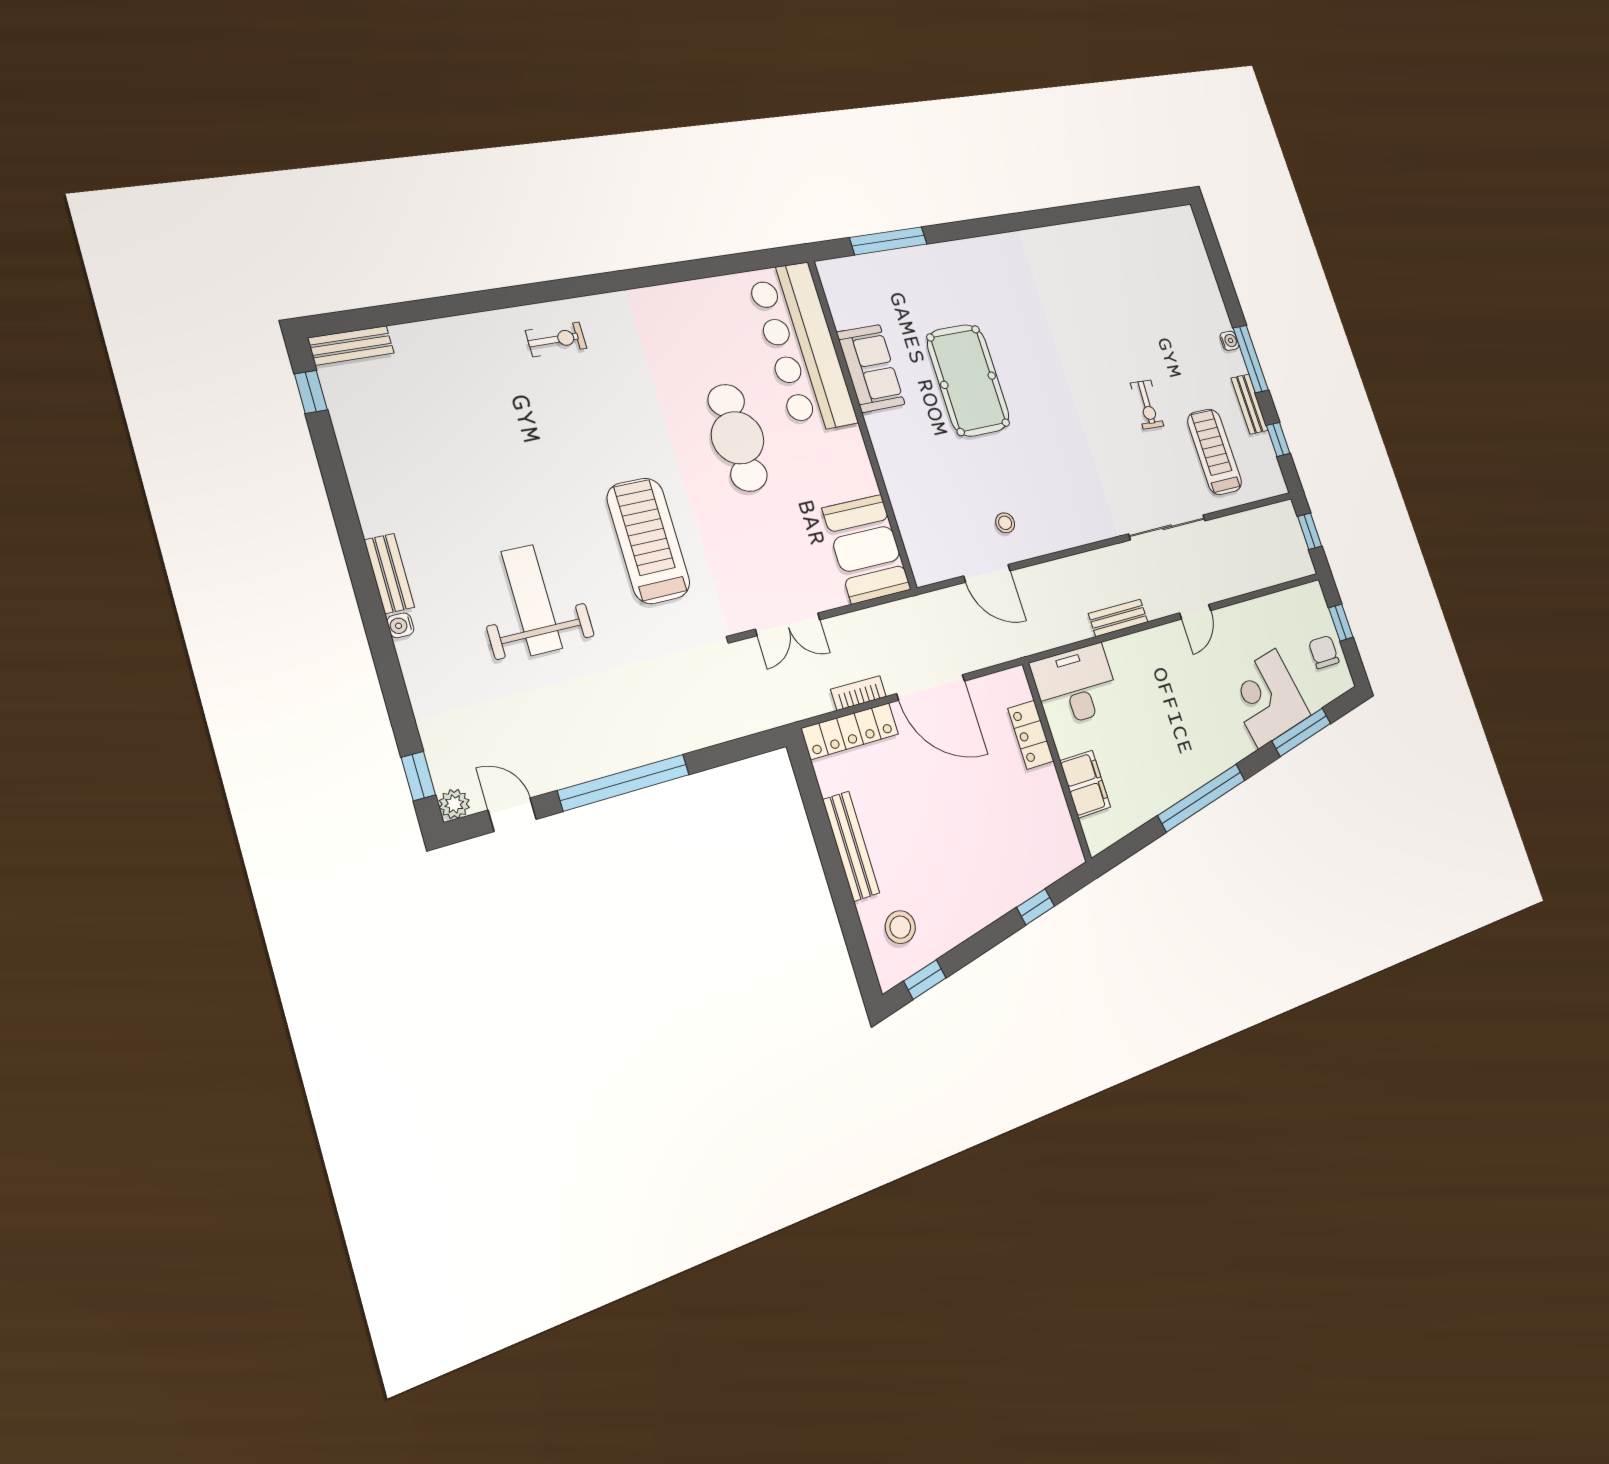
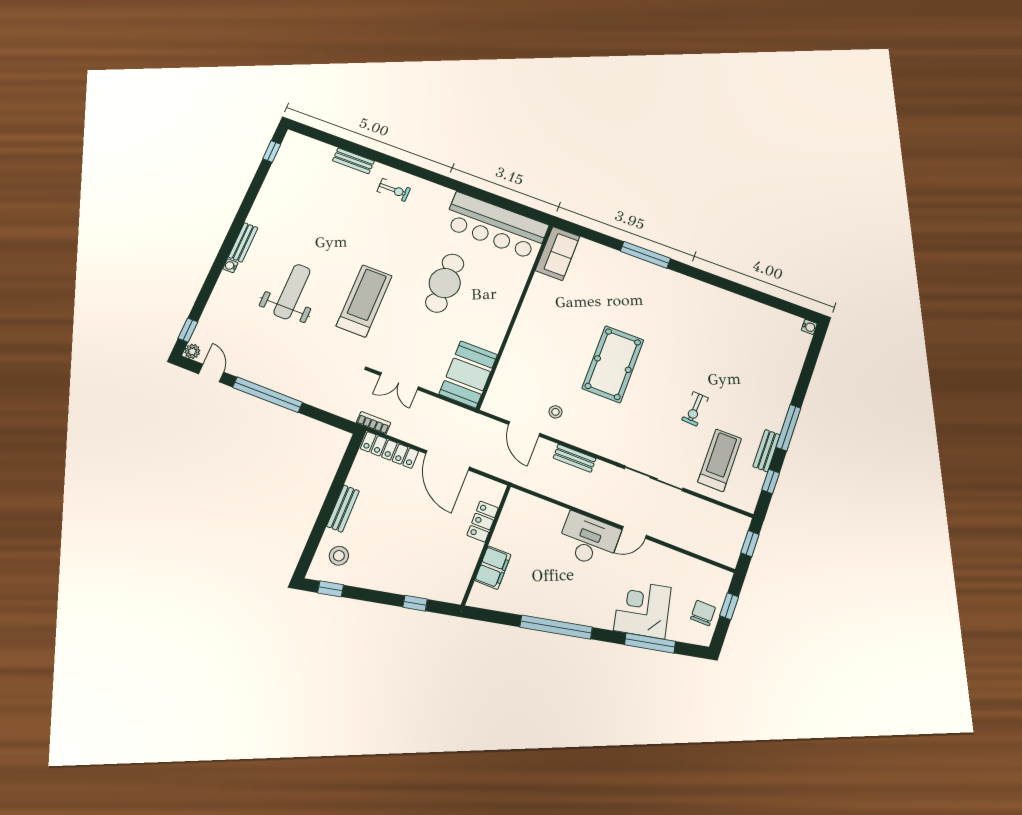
window: (888, 241) -> (645, 255), moved
water cooler: (1229, 341) -> (809, 327), moved
bench: (351, 345) -> (353, 161), moved
bar counter: (802, 347) -> (496, 226), moved, turned -90
sofa: (871, 368) -> (558, 253), moved
pool table: (968, 380) -> (613, 364), moved
bench: (1118, 618) -> (575, 458), moved
desk: (1076, 685) -> (589, 540), moved
bookcase: (858, 693) -> (374, 423), moved
bench: (851, 846) -> (343, 509), width x0.73

